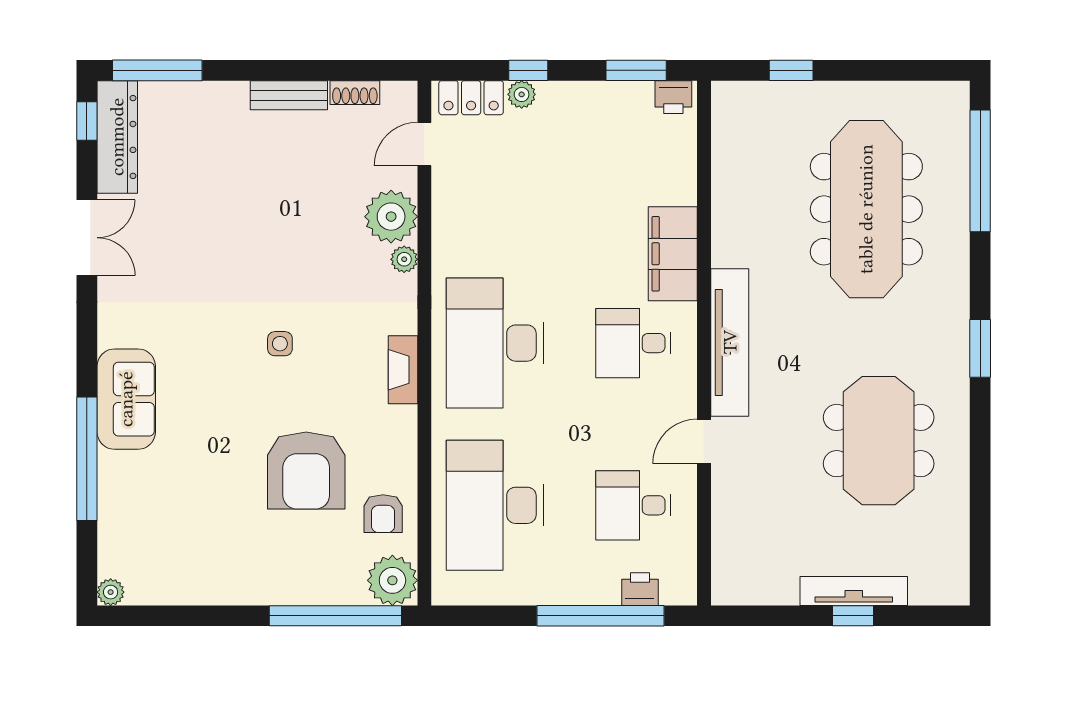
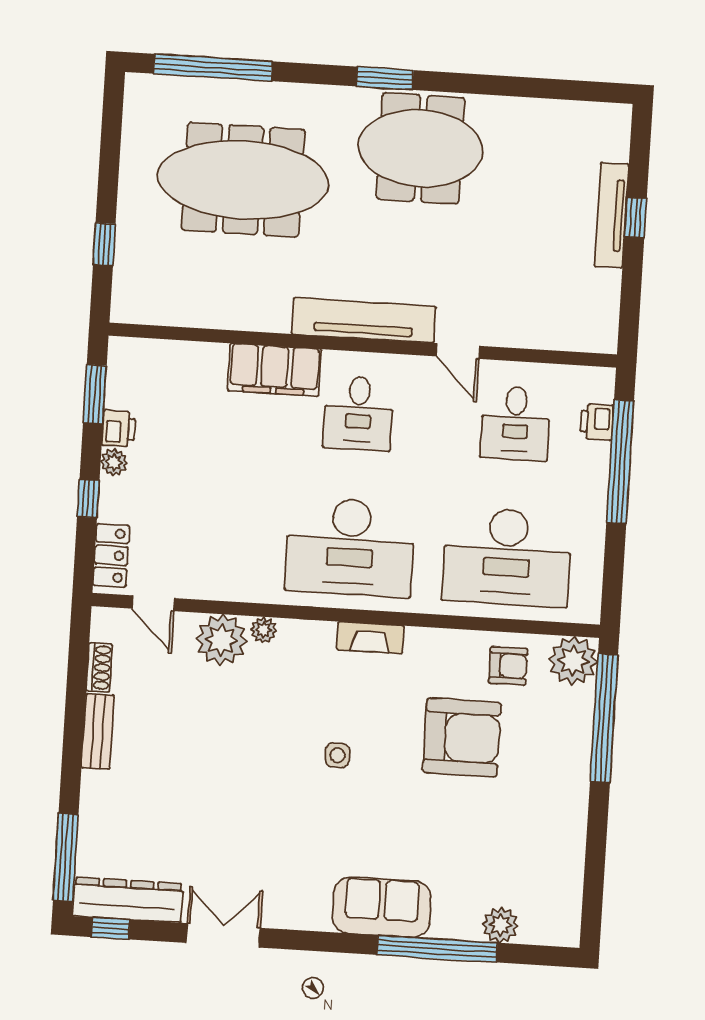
plant: (522, 94) -> (114, 462), moved
printer: (673, 97) -> (119, 429), moved
meeting table: (879, 441) -> (421, 148), moved
plant: (111, 592) -> (500, 925), moved, width x1.38, depth x1.38

